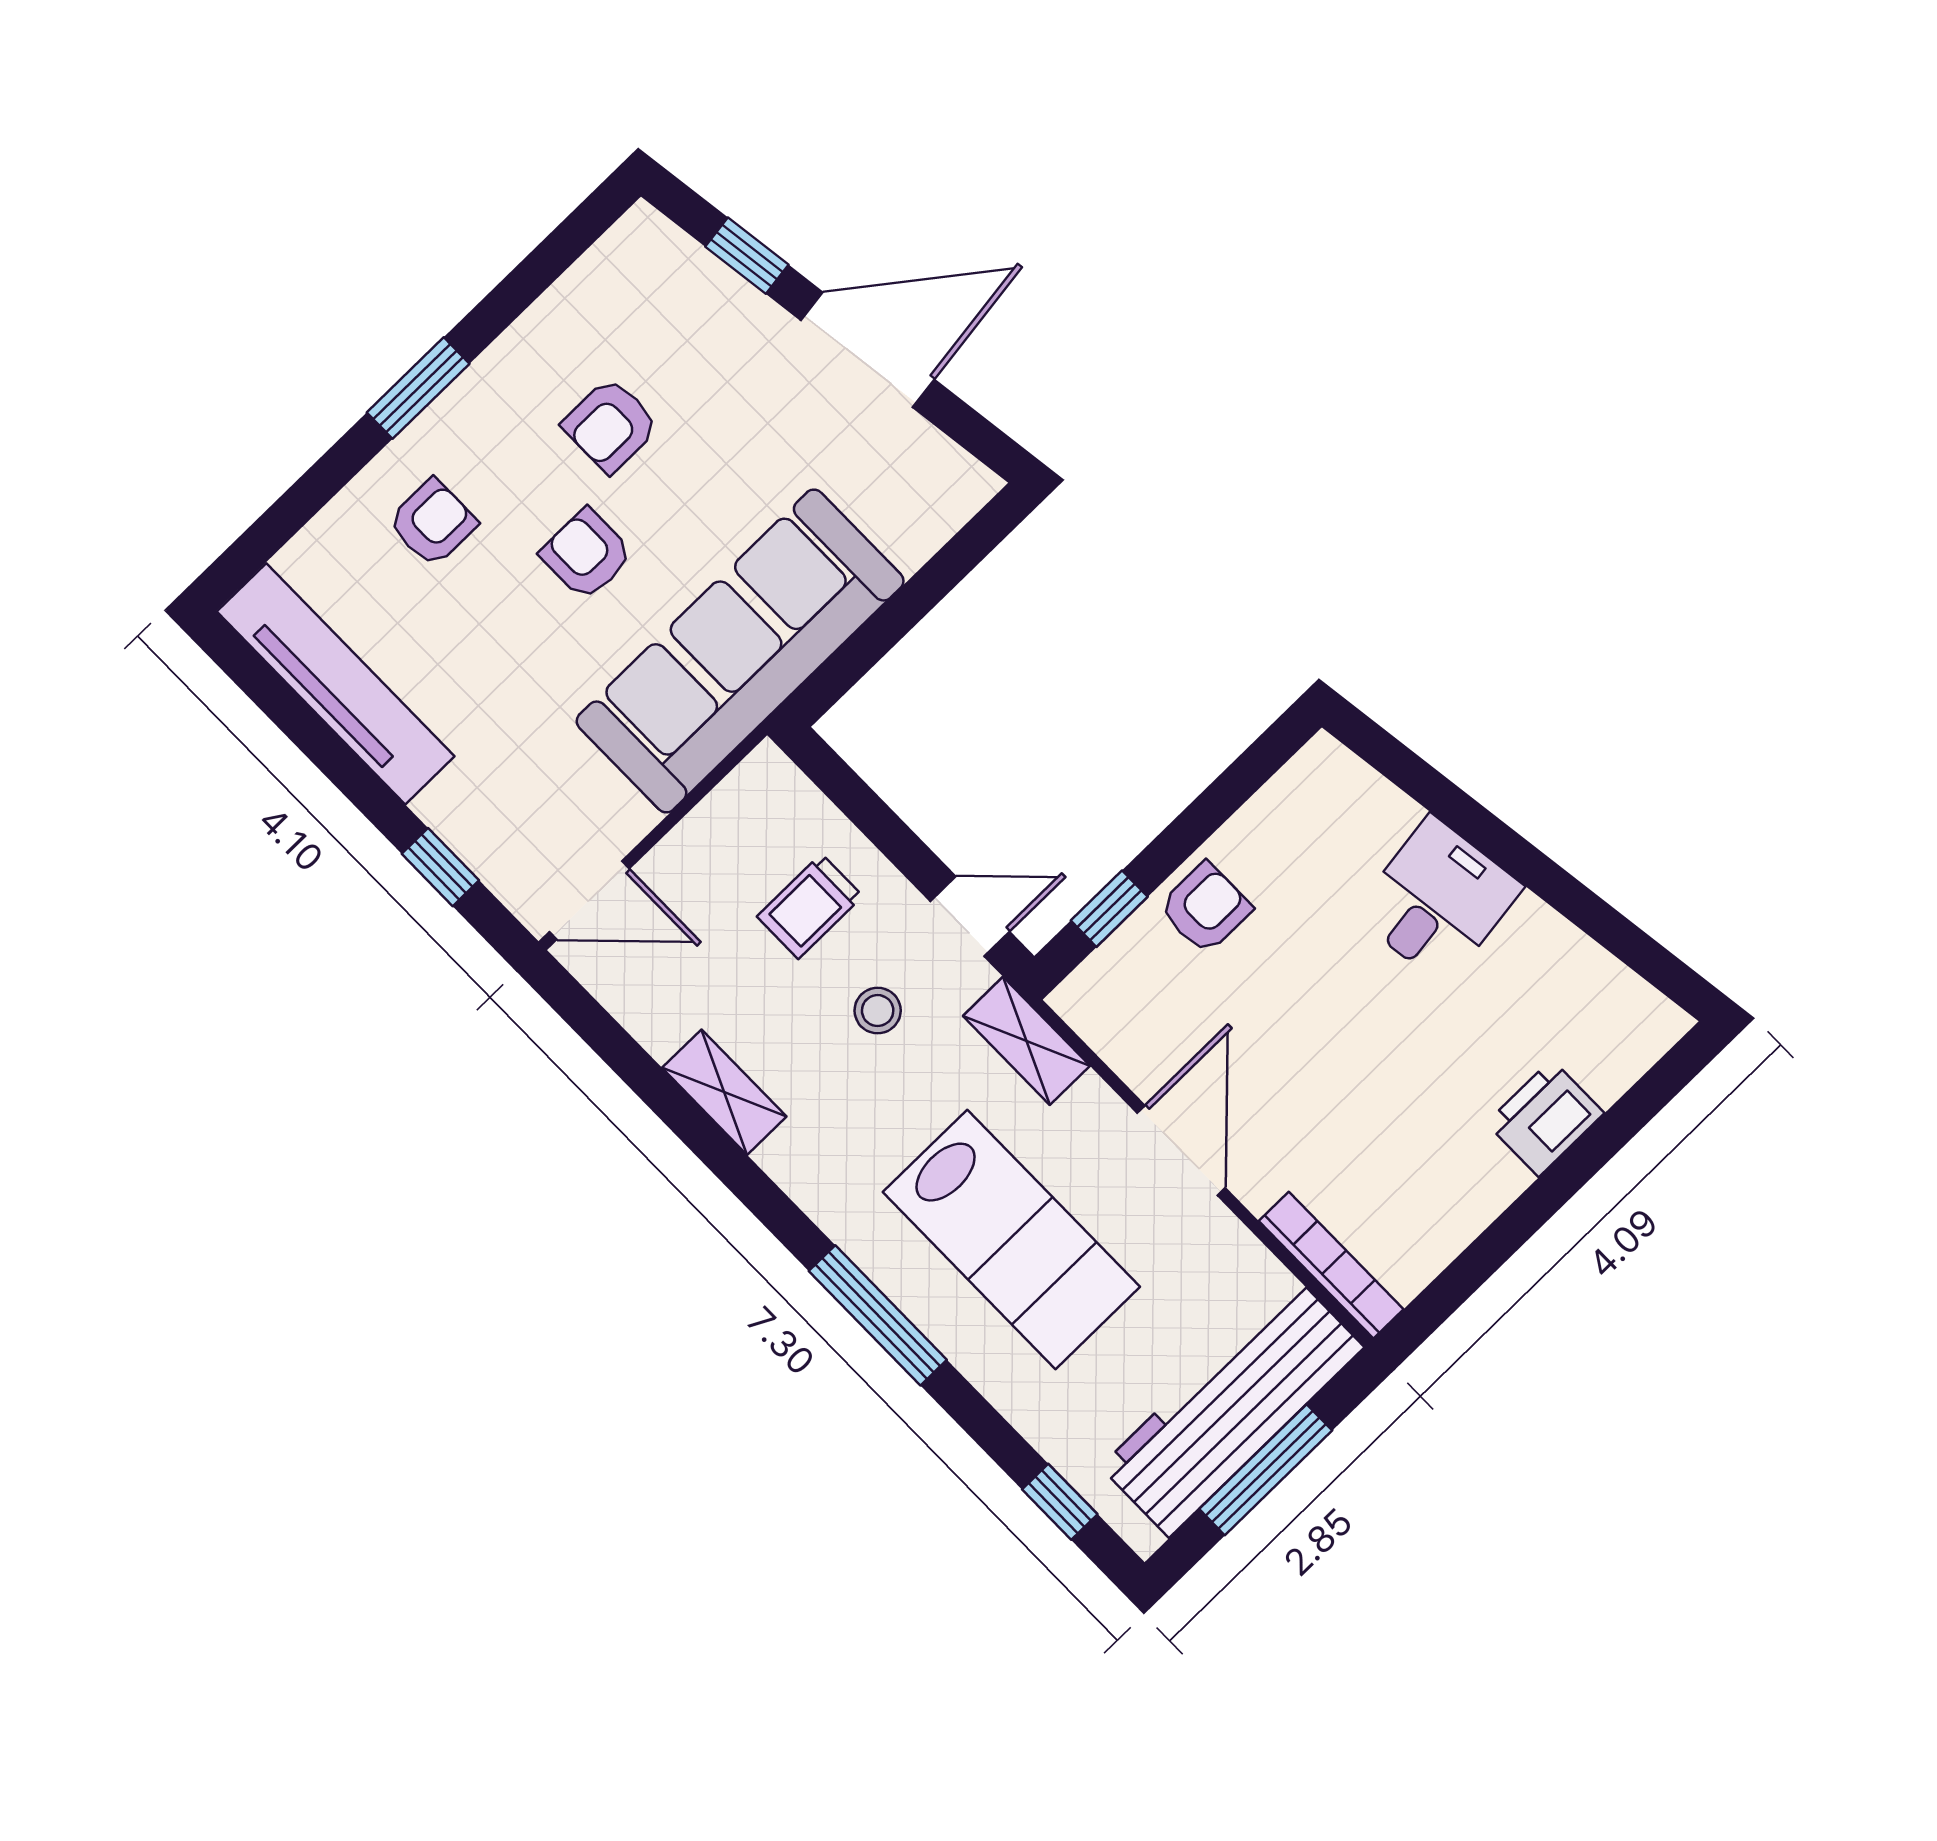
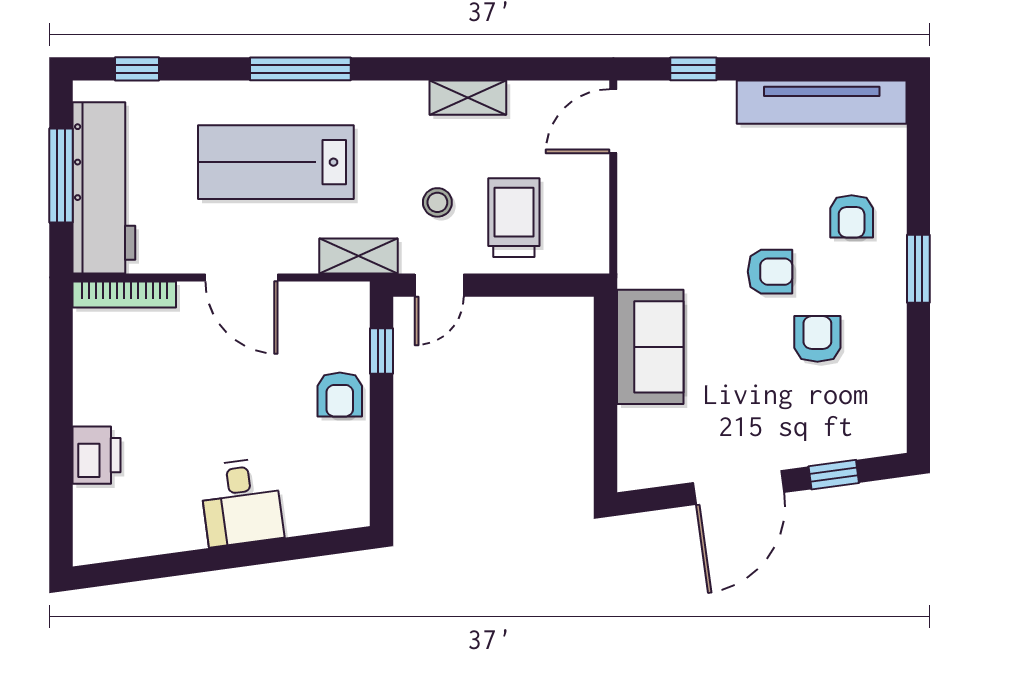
sofa: (740, 651) -> (650, 347), width x0.54, depth x0.79
trolley: (810, 906) -> (514, 218), width x1.36, depth x1.39

